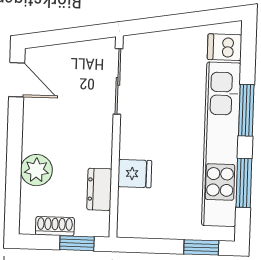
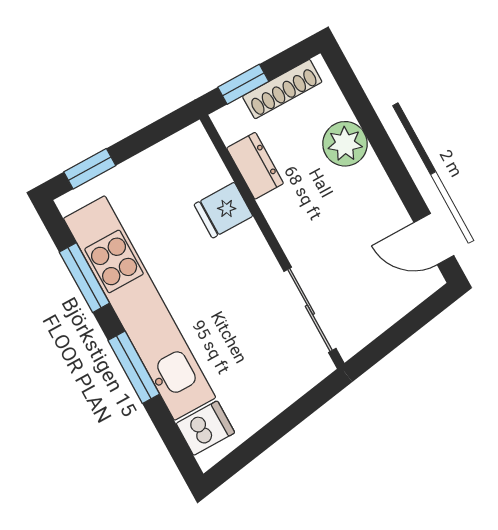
shoe rack: (55, 226) -> (282, 89), width x1.43

